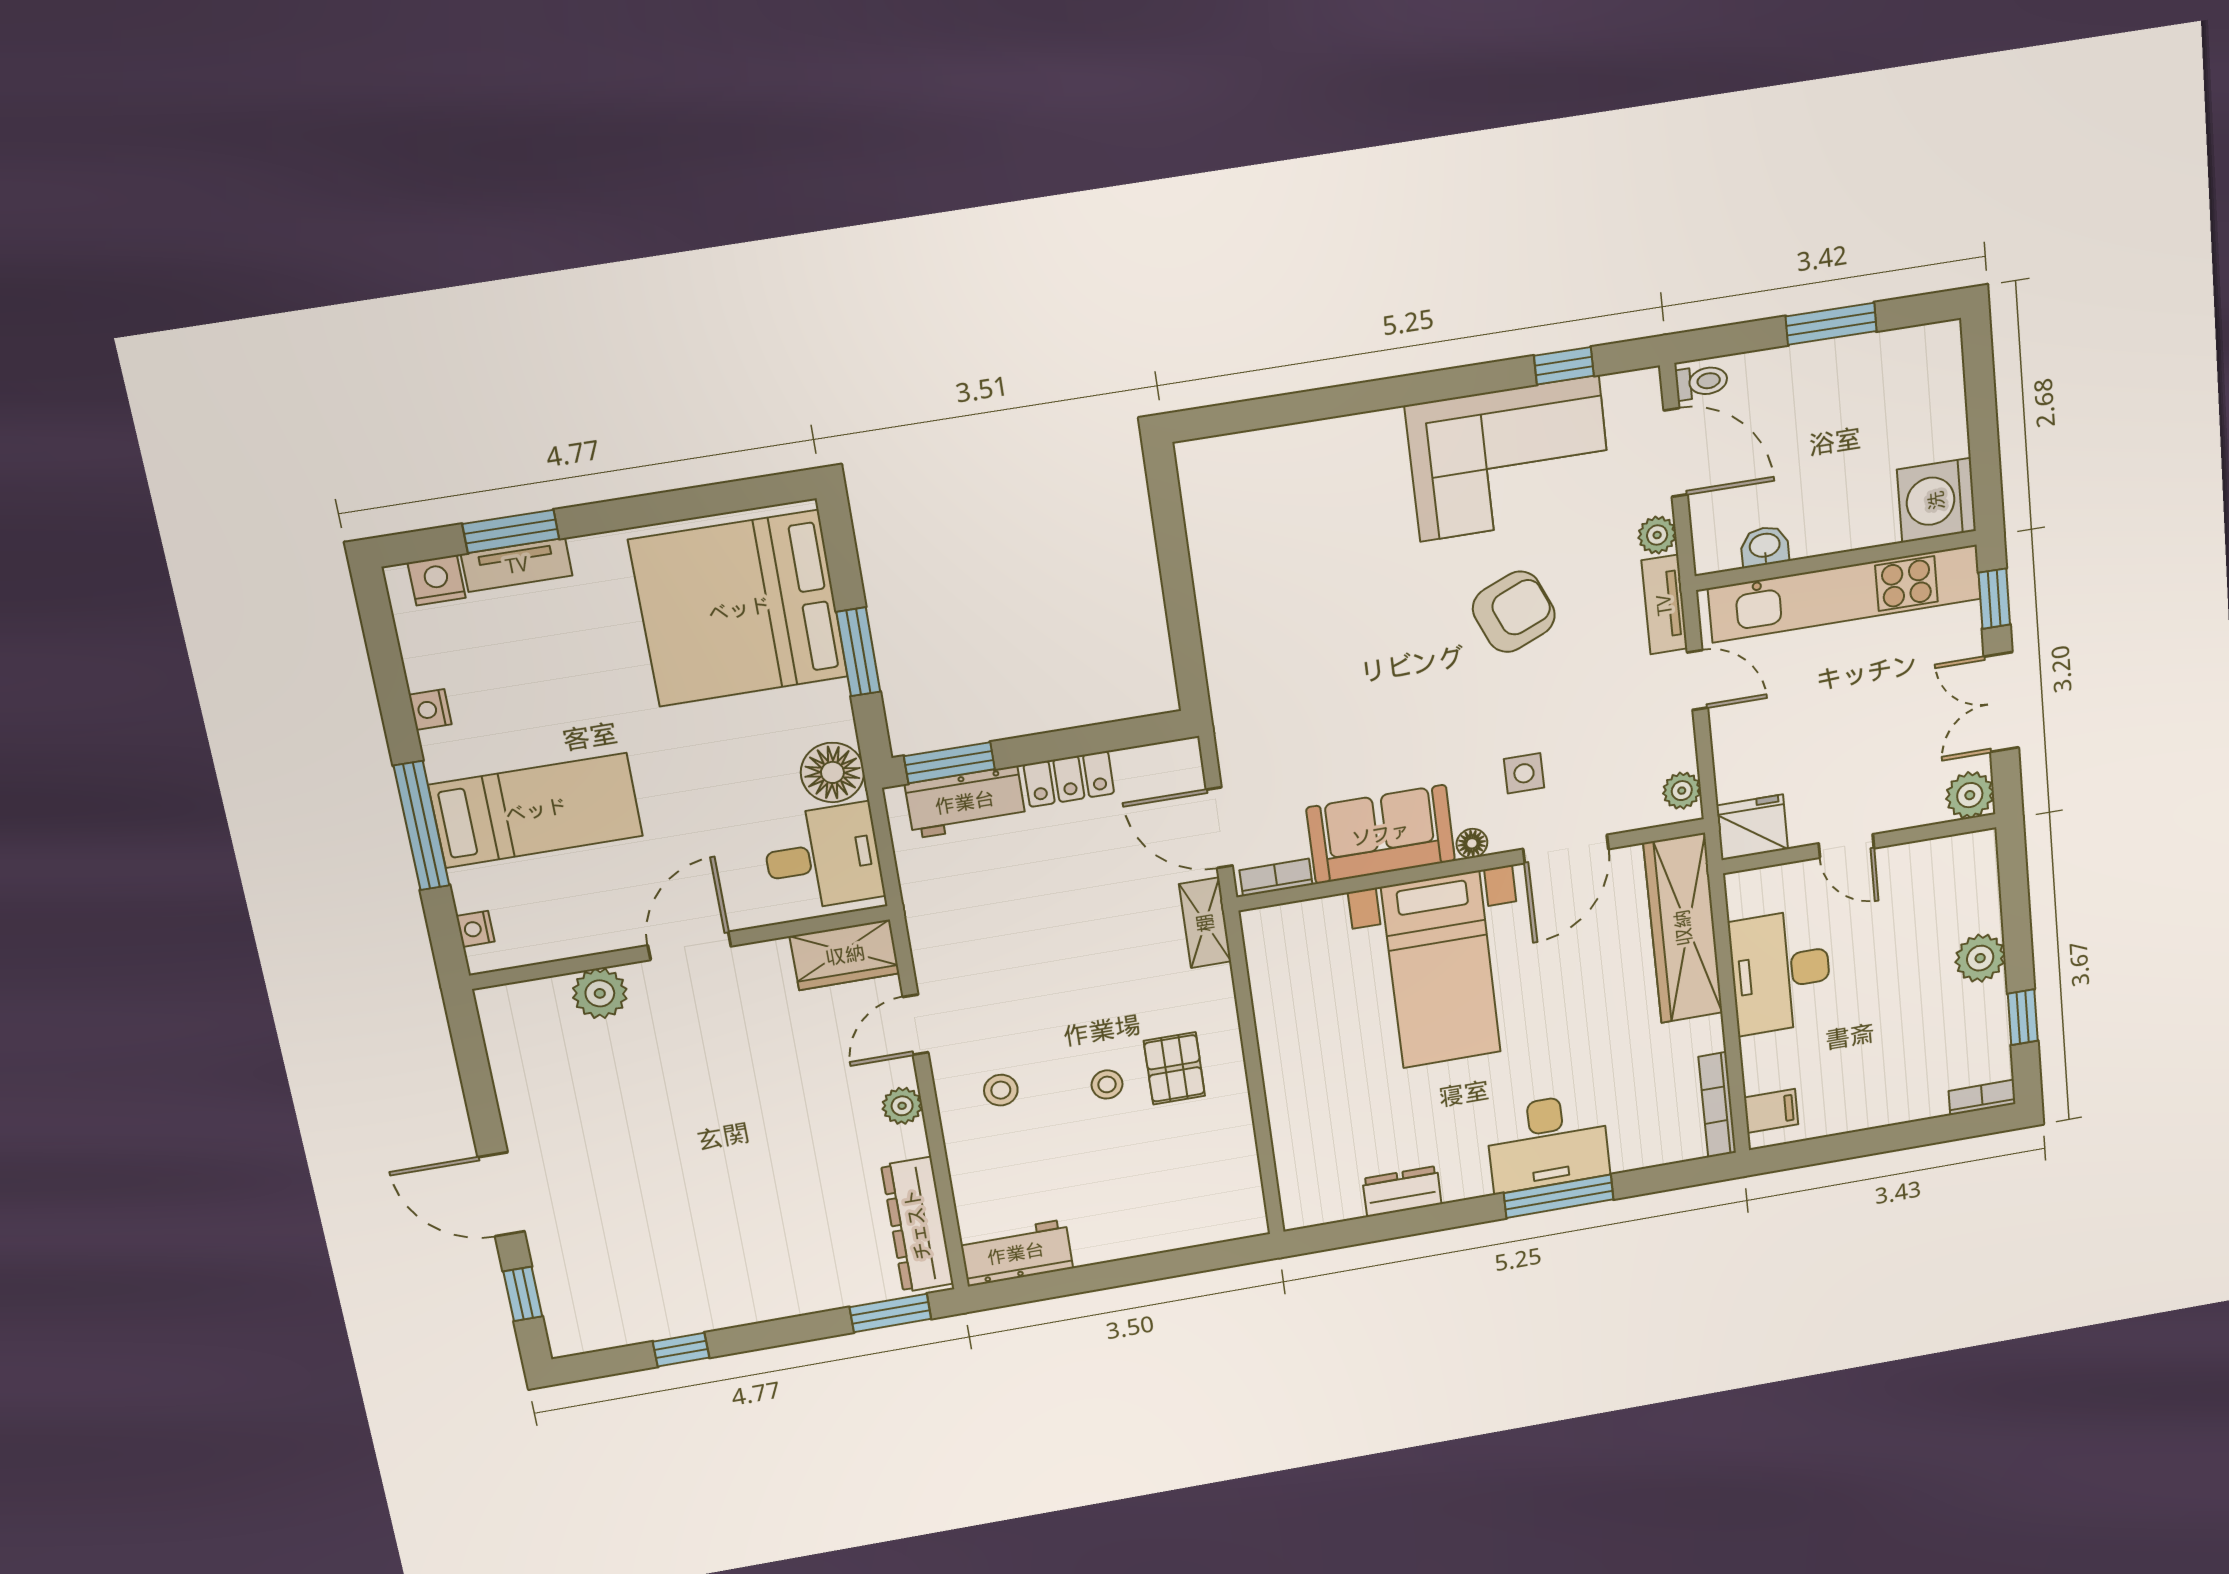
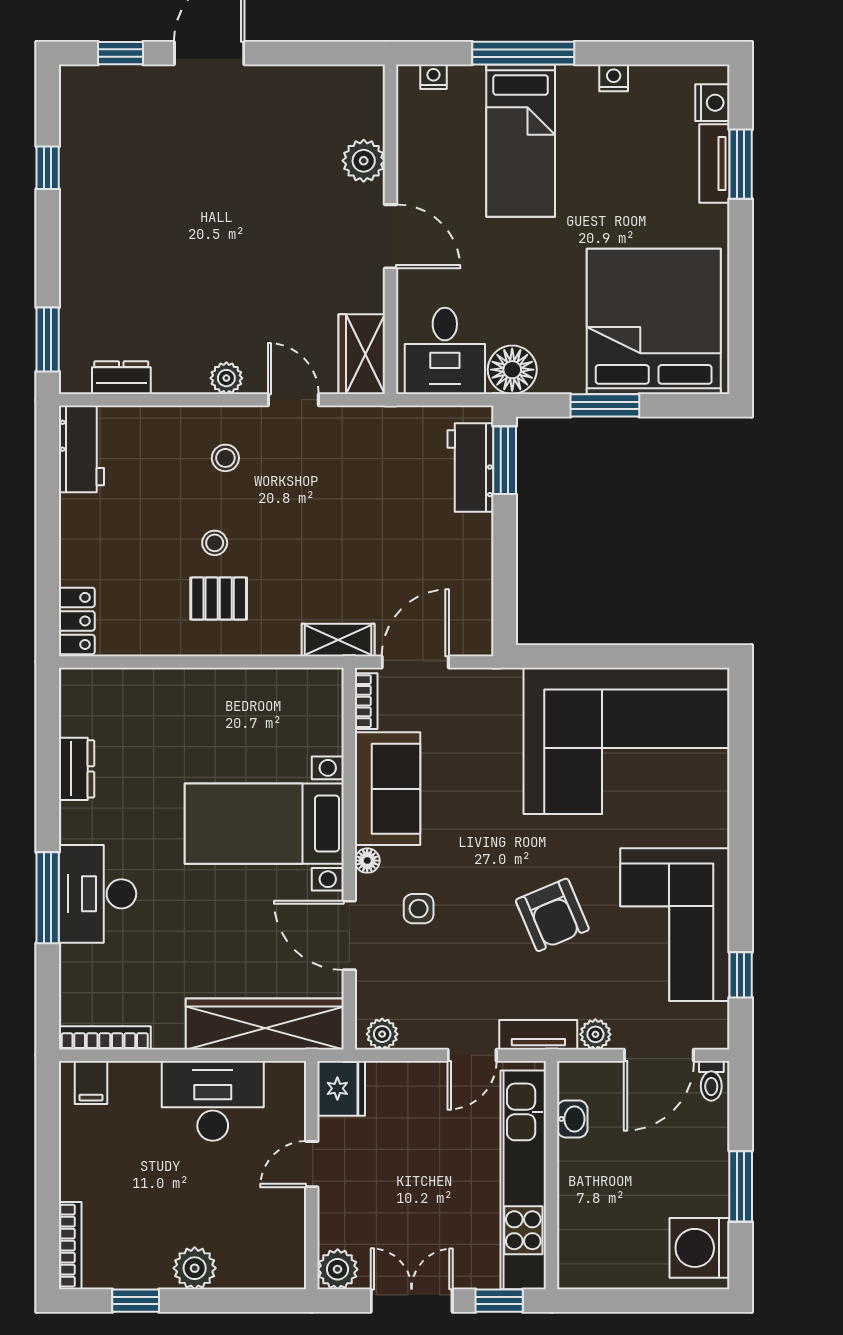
washing machine: (1936, 500) -> (700, 1248), moved, turned -90
corner sofa: (1284, 556) -> (627, 741), added
locker: (1069, 779) -> (77, 621), moved, turned 180
bookcase: (1982, 1097) -> (70, 1246), width x1.56
dresser: (917, 1225) -> (121, 378), width x0.51, depth x0.80

